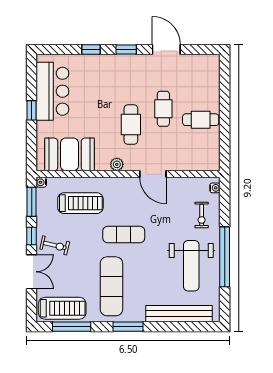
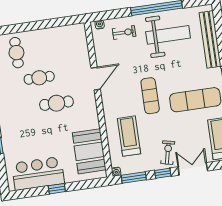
cafe table: (201, 120) -> (16, 53), moved
plant: (117, 164) -> (92, 110), removed

